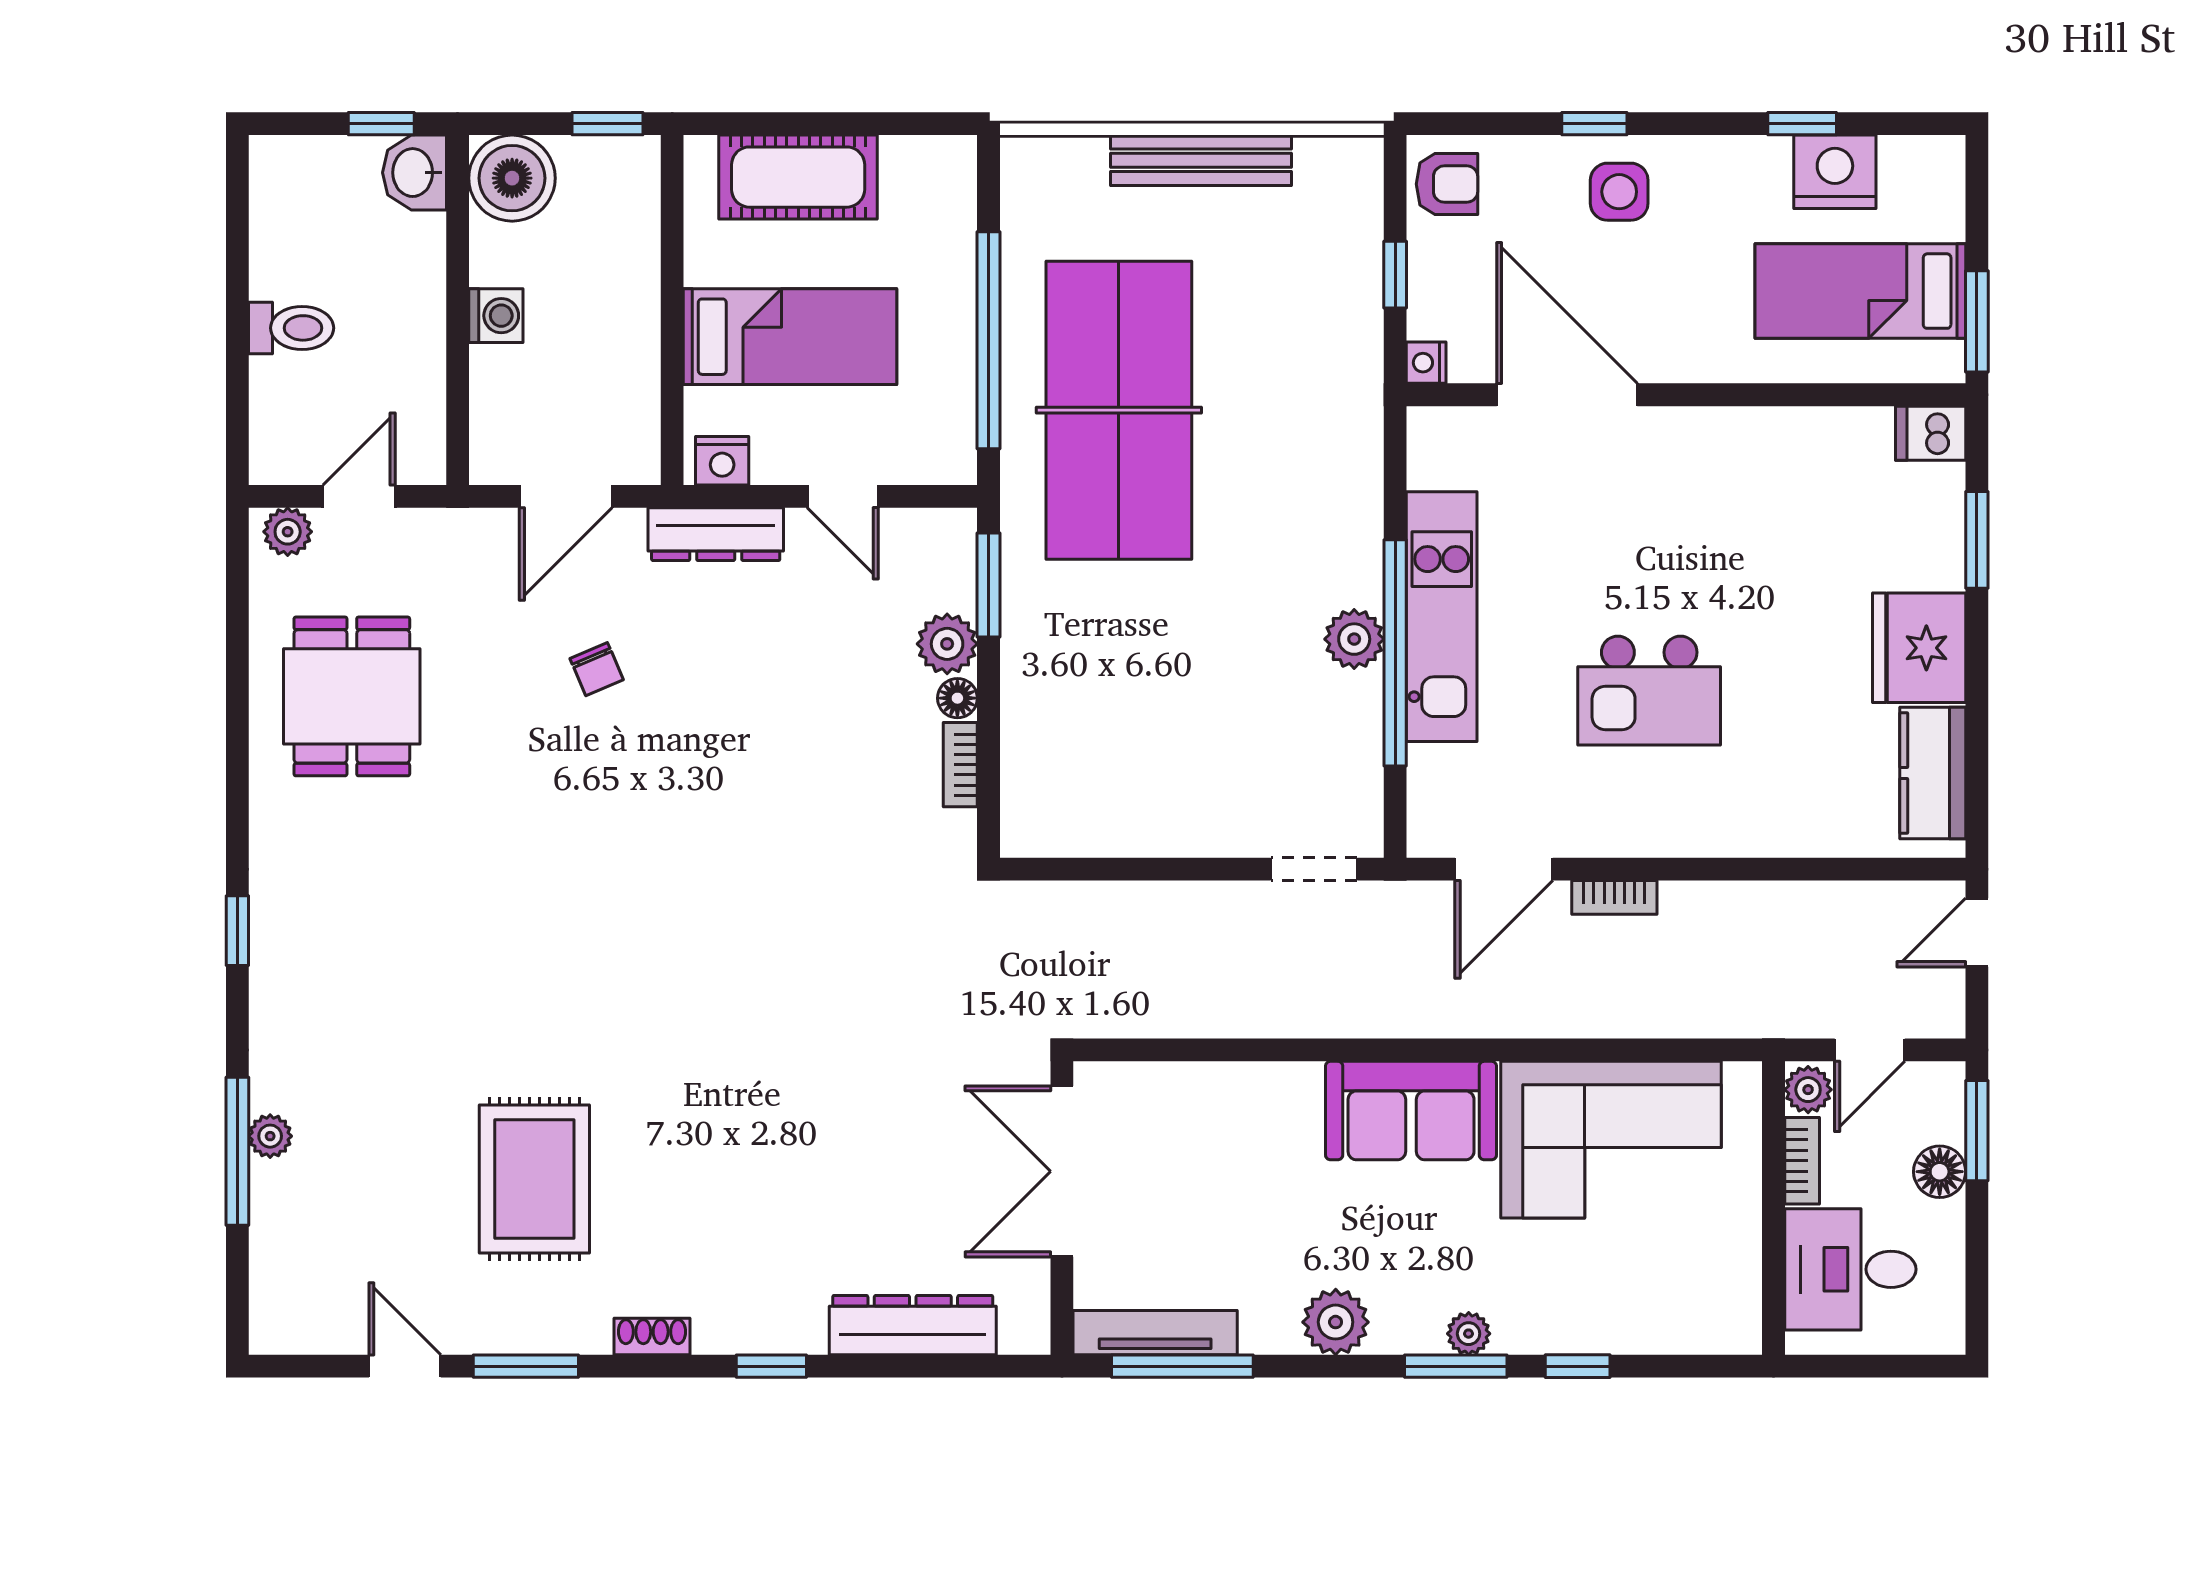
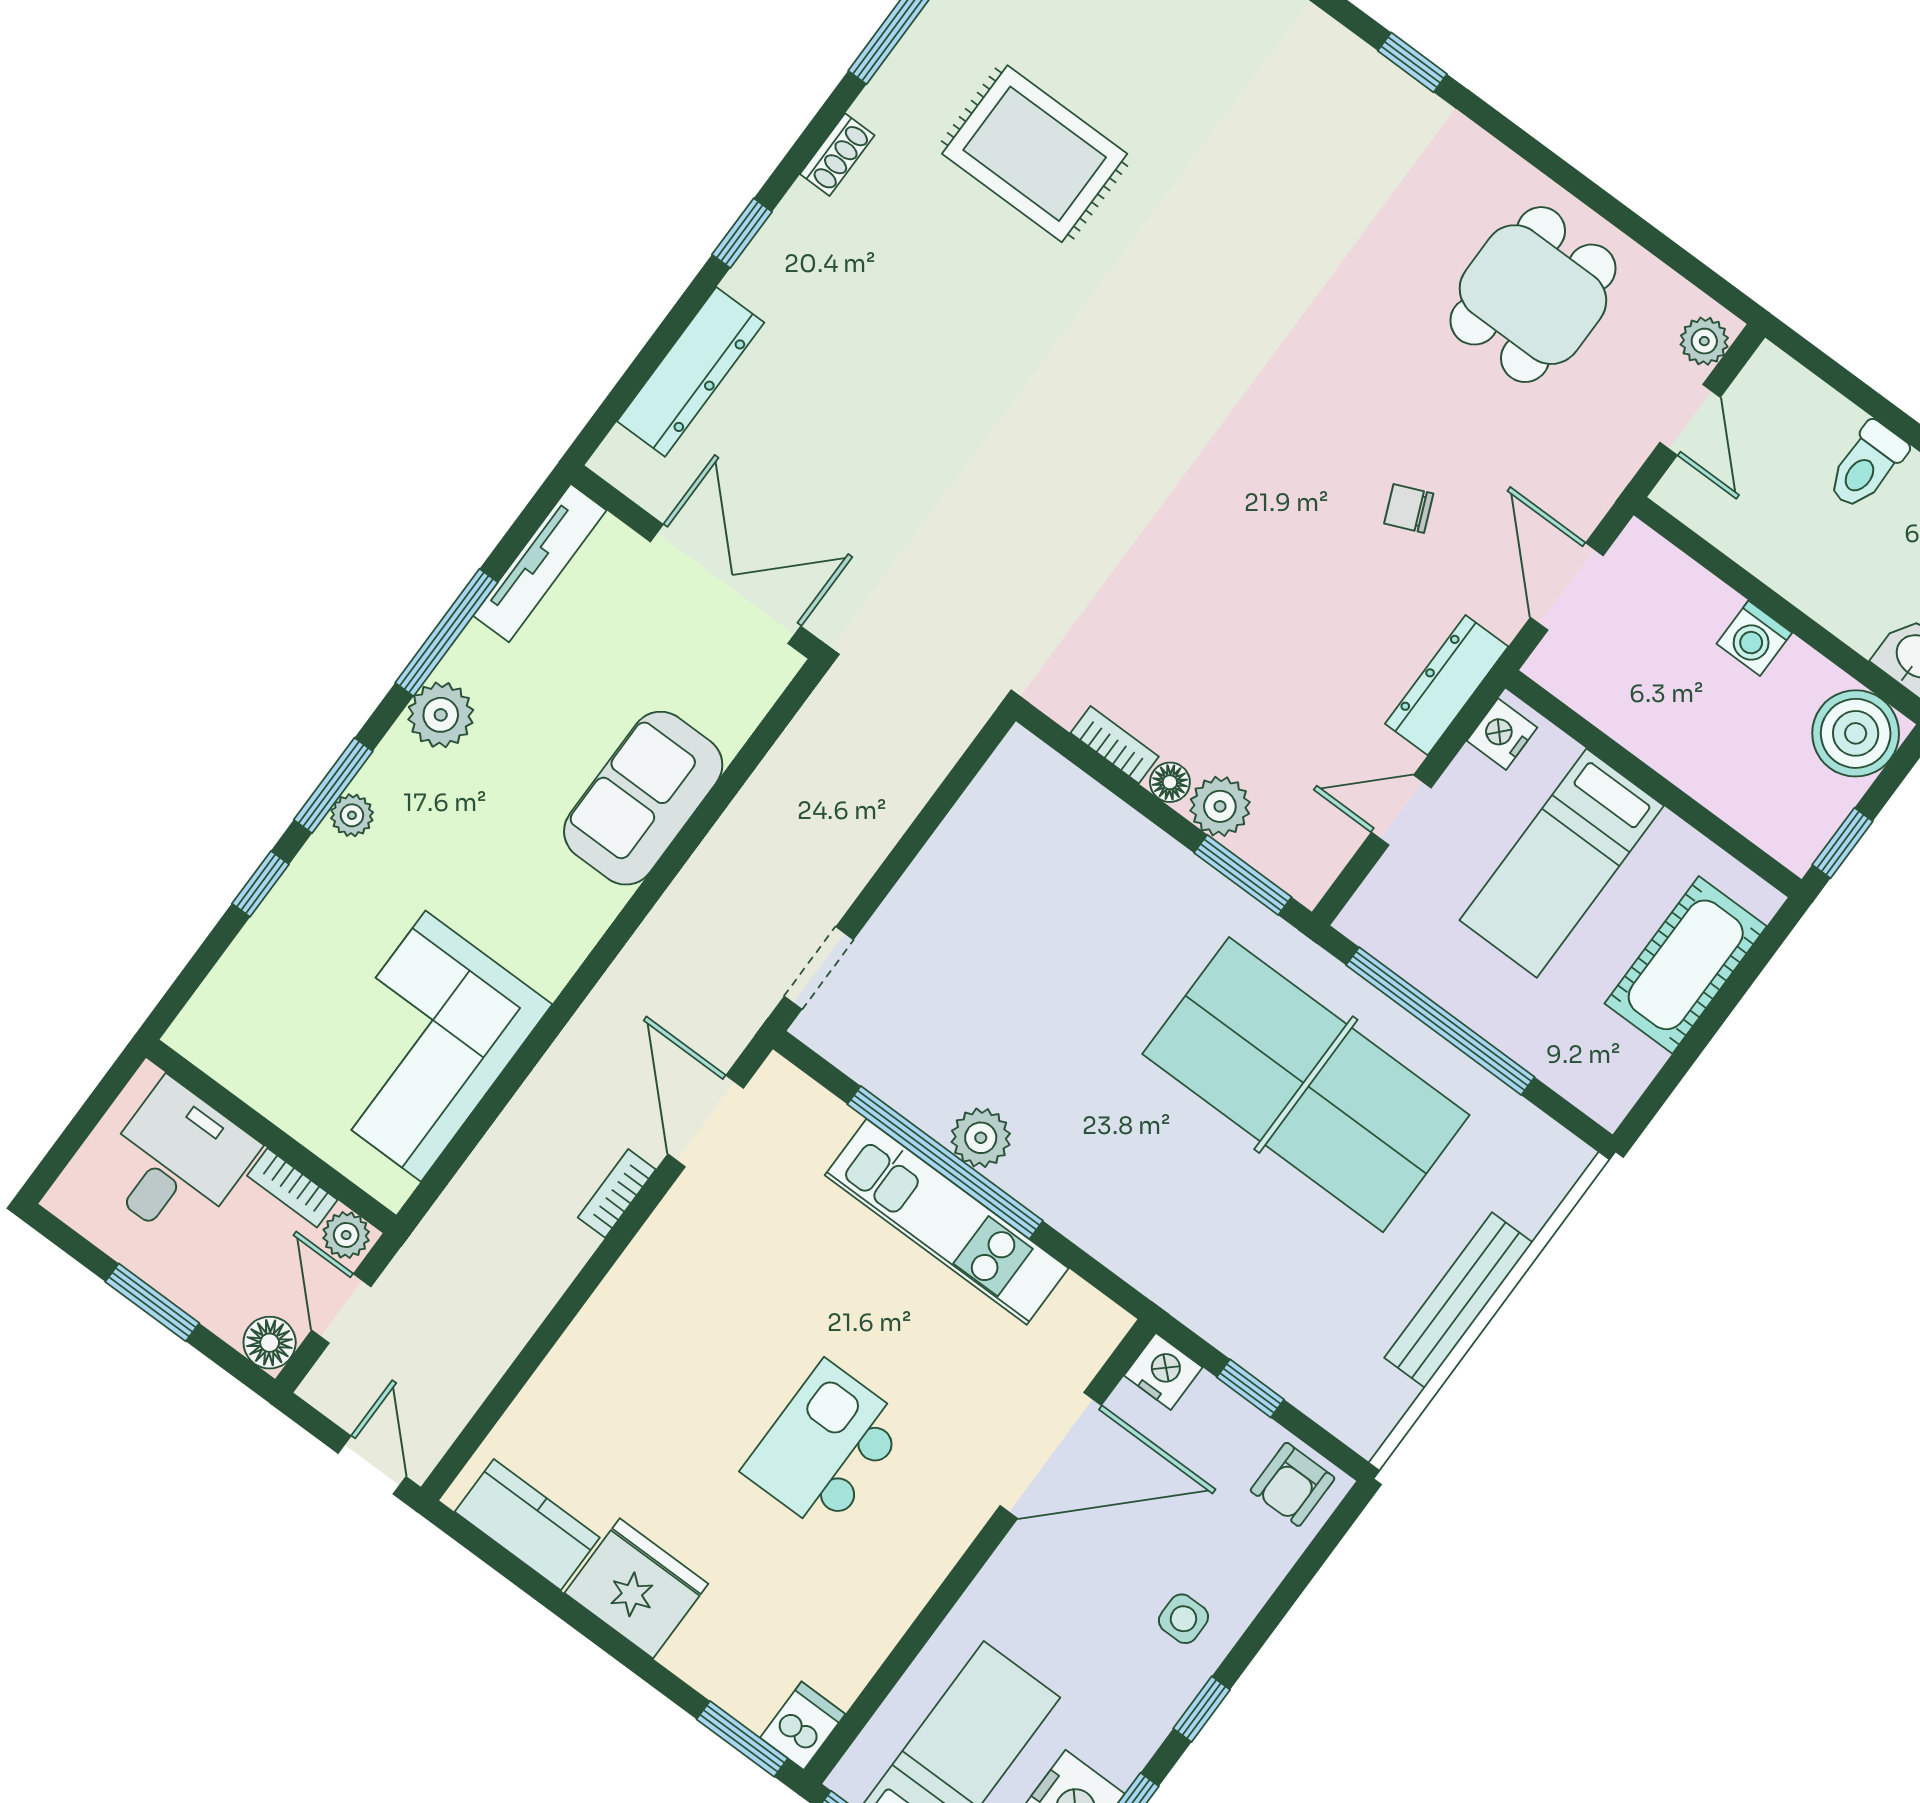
window: (1594, 124) -> (1202, 1709), moved
side table: (1619, 192) -> (1183, 1619), width x0.73, depth x0.73
nightstand: (1426, 363) -> (1163, 1371), width x1.39, depth x1.35
window: (1977, 540) -> (742, 1739), moved
kitchen island: (1649, 691) -> (825, 1447), moved
dining table: (352, 696) -> (1533, 295), turned 90
sofa: (1411, 1111) -> (643, 798), moved
window: (1977, 1131) -> (152, 1302), moved
floor lamp: (1940, 1172) -> (270, 1343), moved
window: (1182, 1366) -> (447, 632), moved

